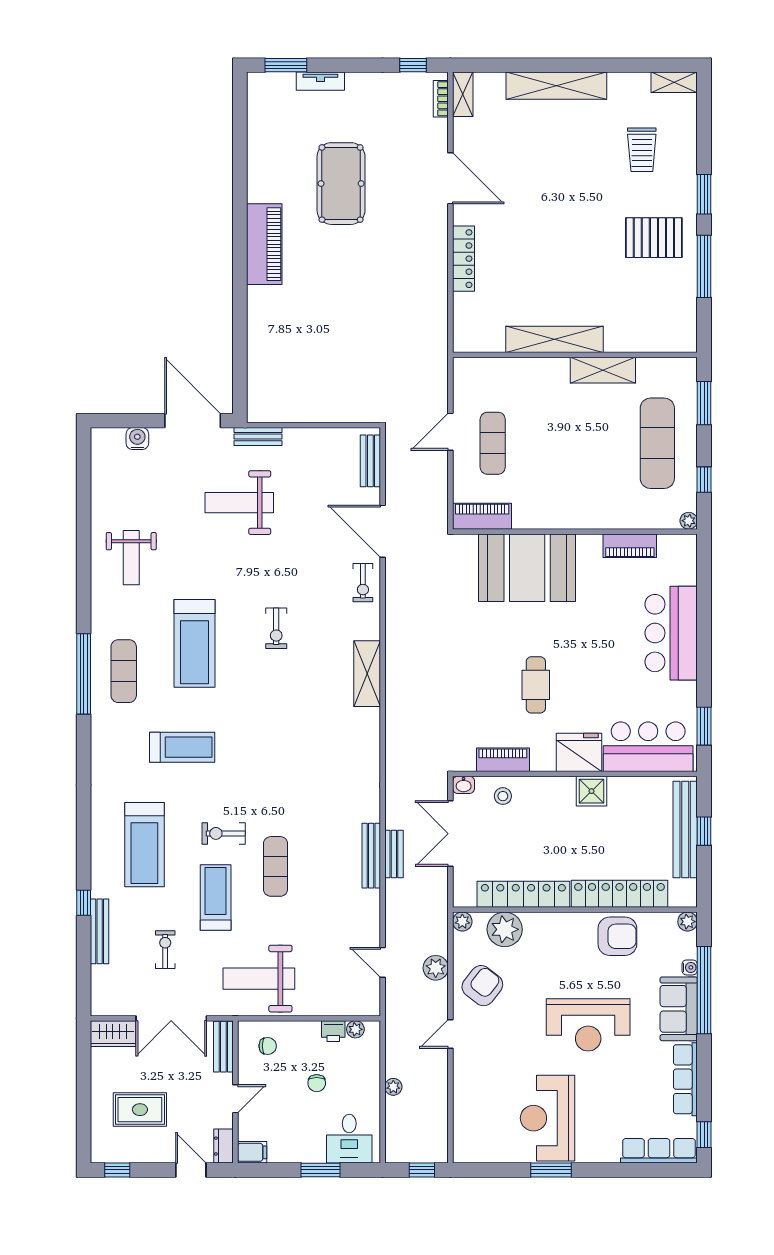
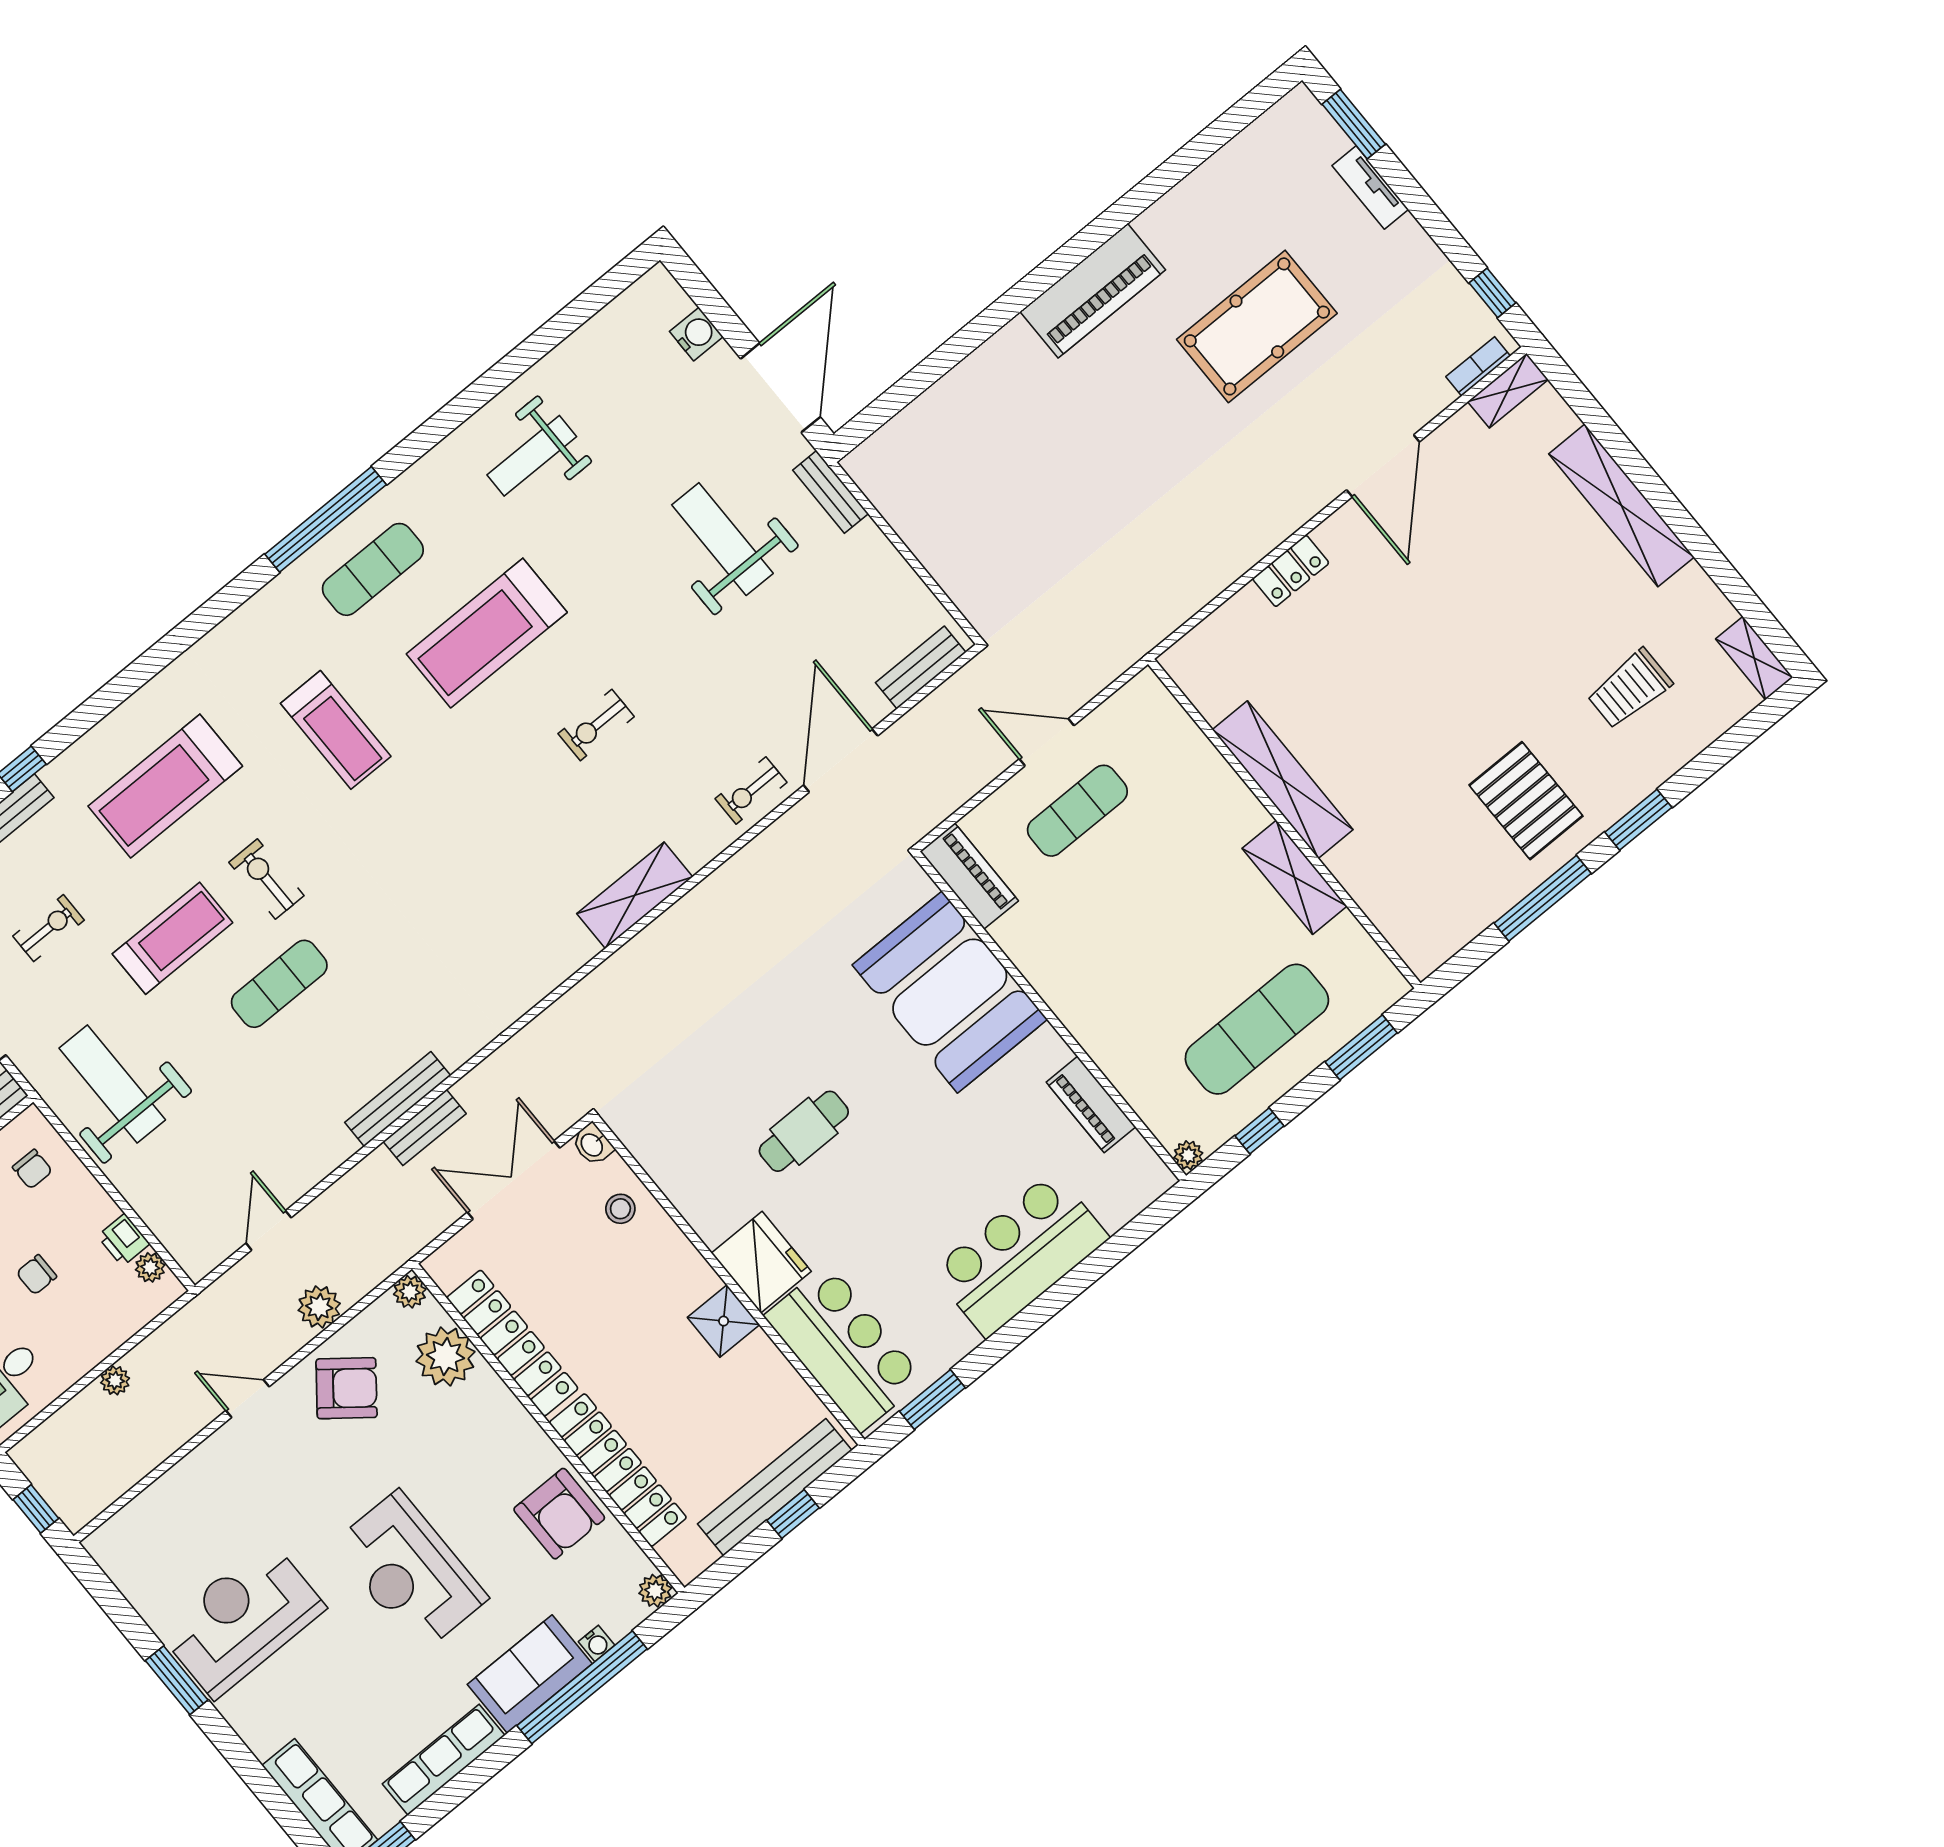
locker: (464, 259) -> (1291, 571), width x0.66
piano: (503, 760) -> (669, 1169), removed

